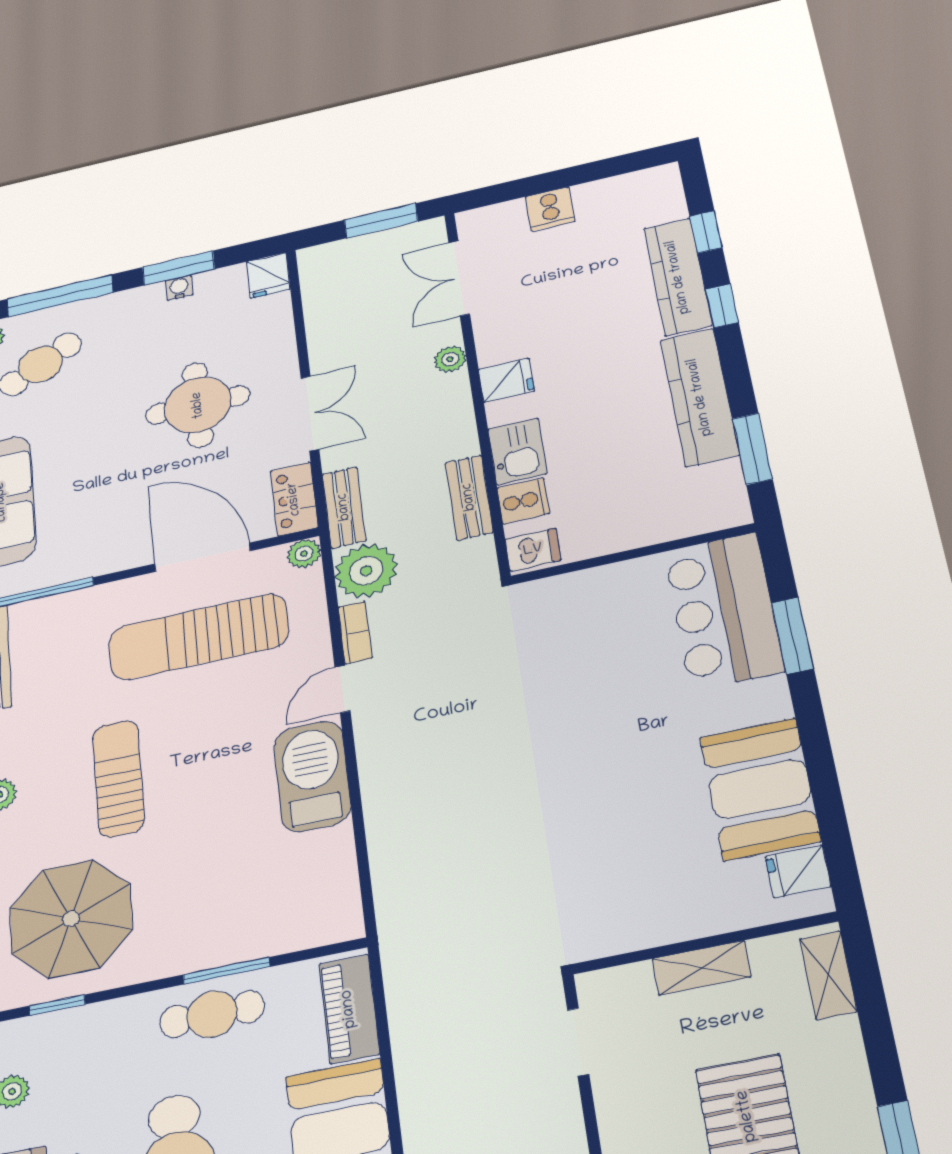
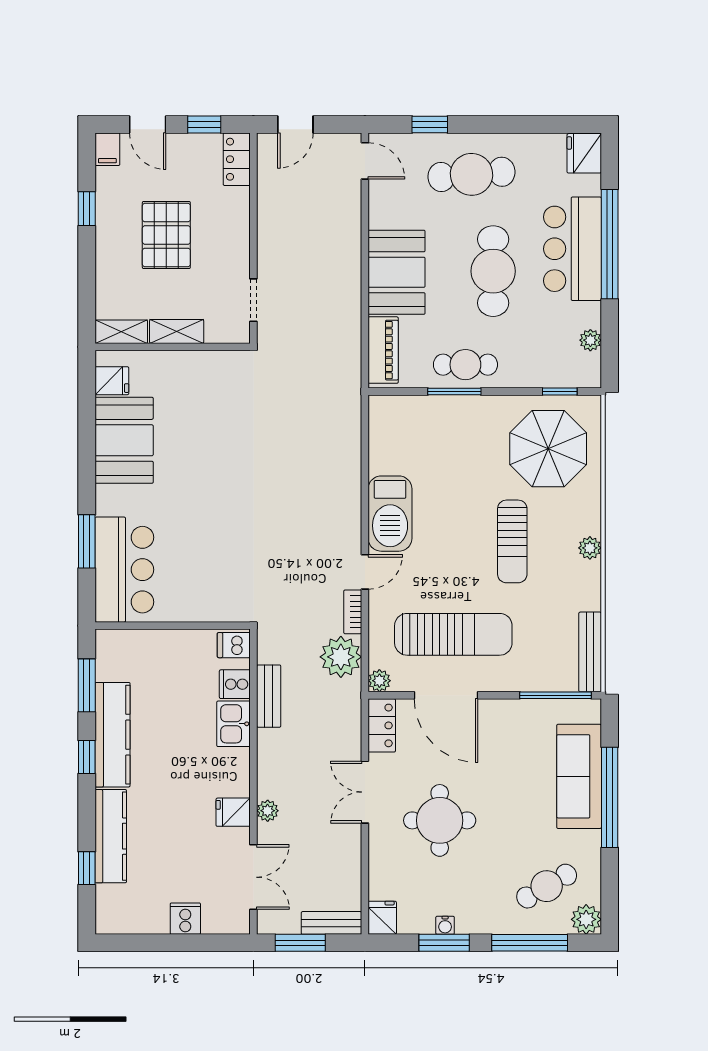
window: (722, 306) -> (87, 757), moved
fridge: (506, 380) -> (233, 812), moved
bench: (344, 507) -> (331, 923), moved, turned 90
shelving: (828, 975) -> (121, 332), moved, turned 90

